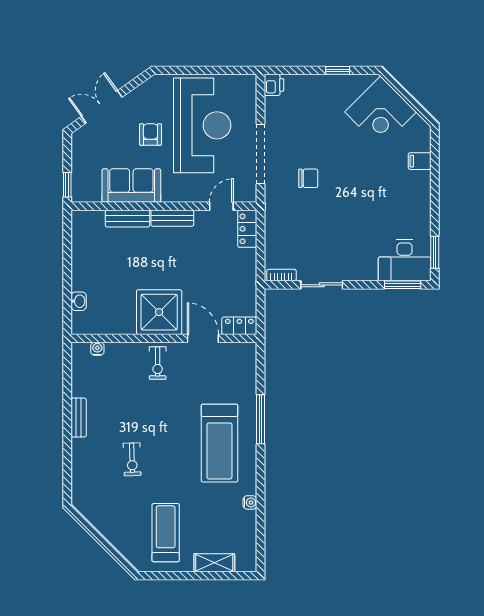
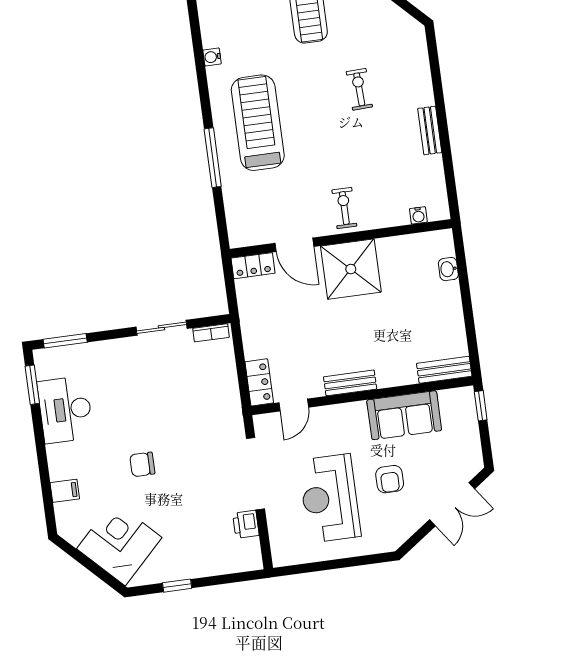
printer: (274, 85) -> (246, 524), moved
reception desk: (202, 125) -> (330, 498), width x0.74, depth x0.77
chair: (308, 178) -> (142, 464), moved
bench: (127, 219) -> (444, 370), moved
desk: (405, 260) -> (65, 410), moved, turned -90

